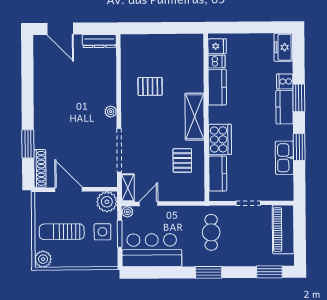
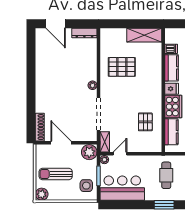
fridge: (217, 46) -> (172, 89), moved
pallet: (150, 86) -> (122, 67), width x1.50, depth x1.42
shelving: (195, 117) -> (144, 35), moved, turned 90
window: (28, 144) -> (31, 109), removed
side table: (102, 232) -> (86, 186), moved

